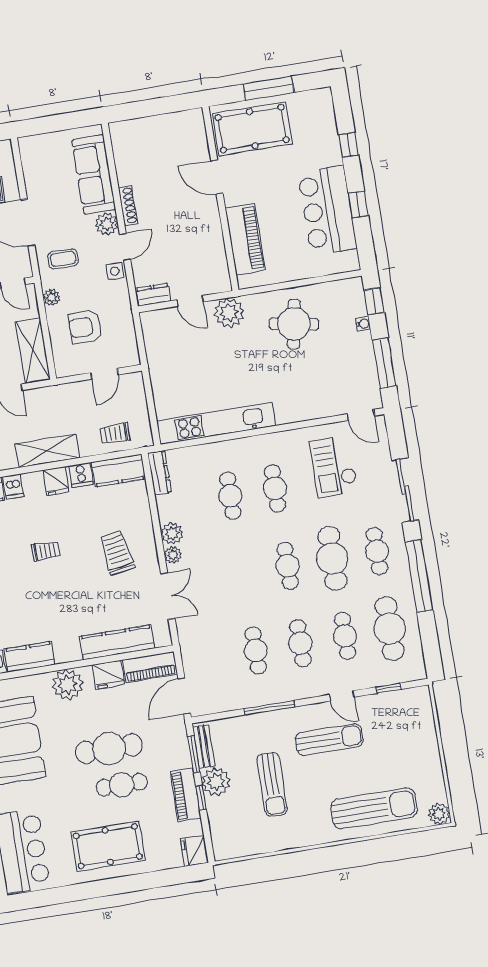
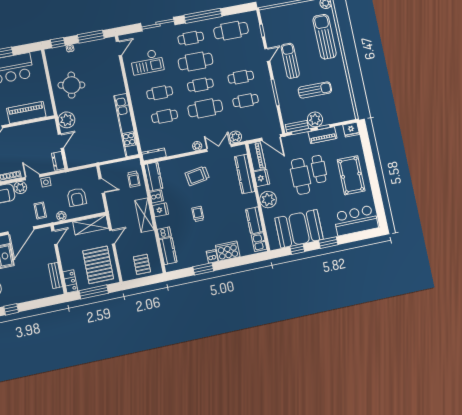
plant: (172, 533) -> (236, 137), moved
cafe table: (345, 636) -> (205, 108), moved, width x1.37, depth x1.35

